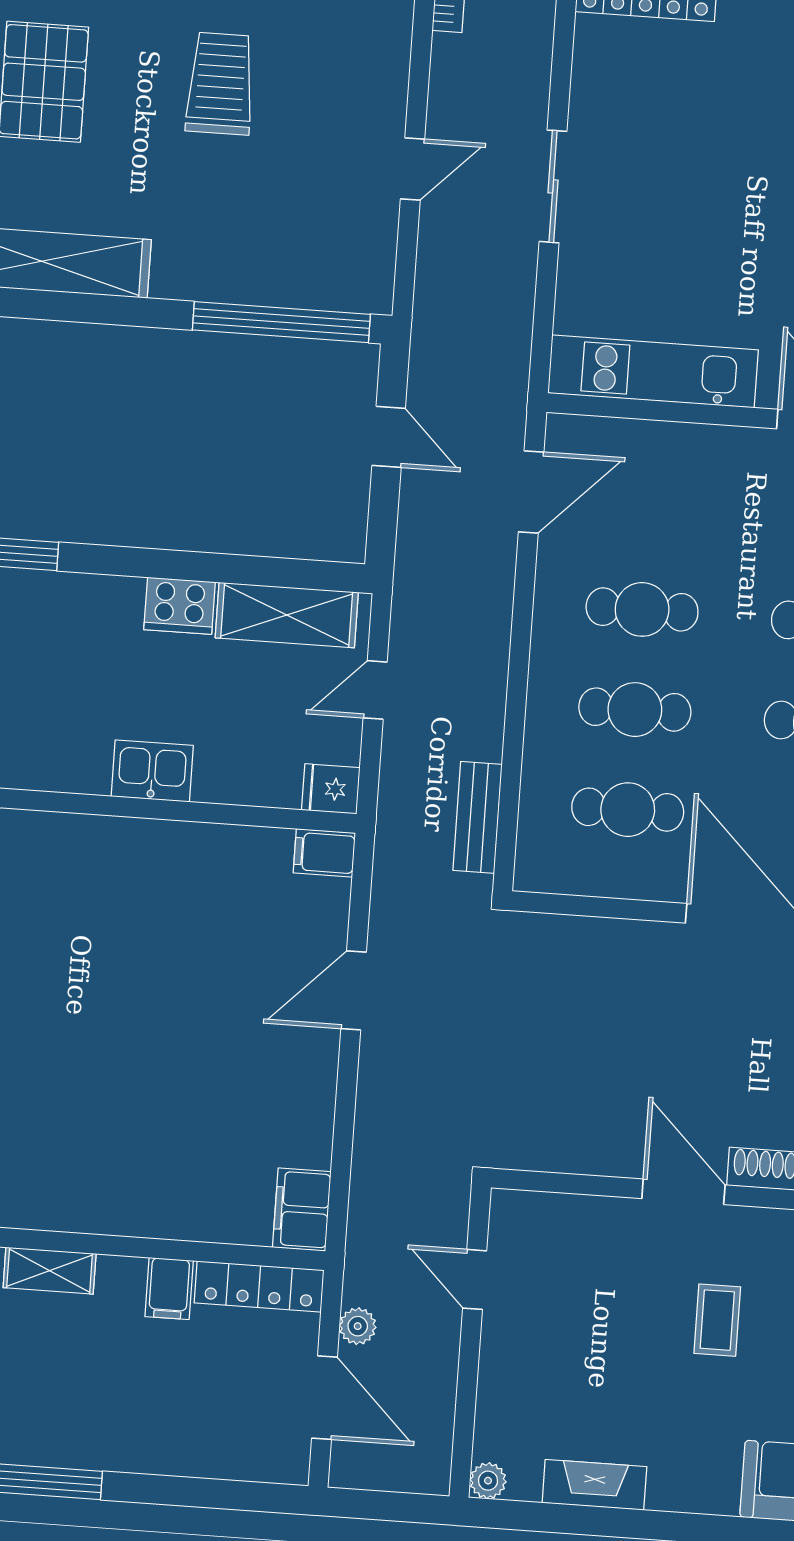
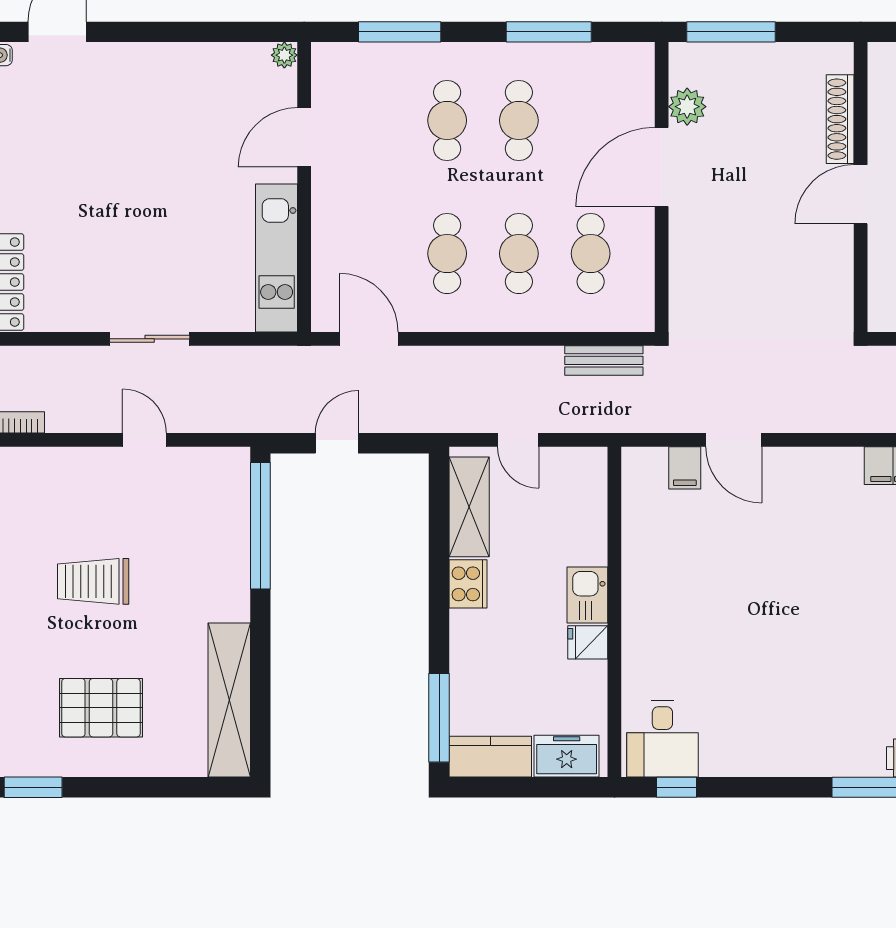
fridge: (331, 789) -> (588, 642), moved, turned 90
filing cabinet: (324, 853) -> (685, 468), moved

